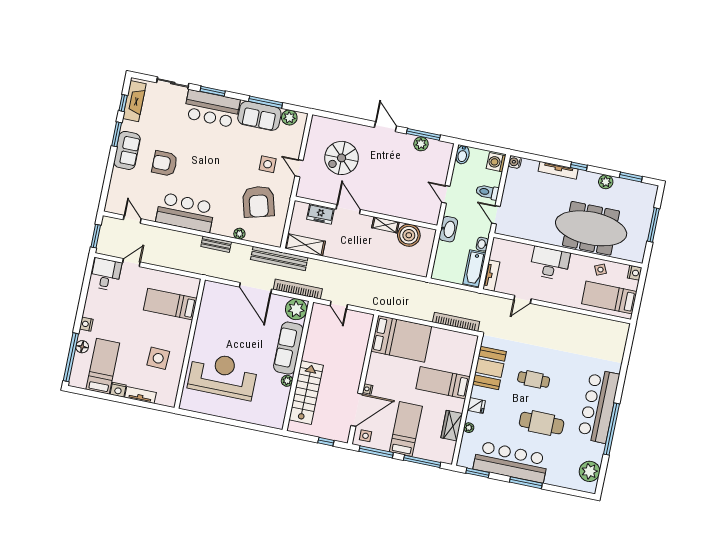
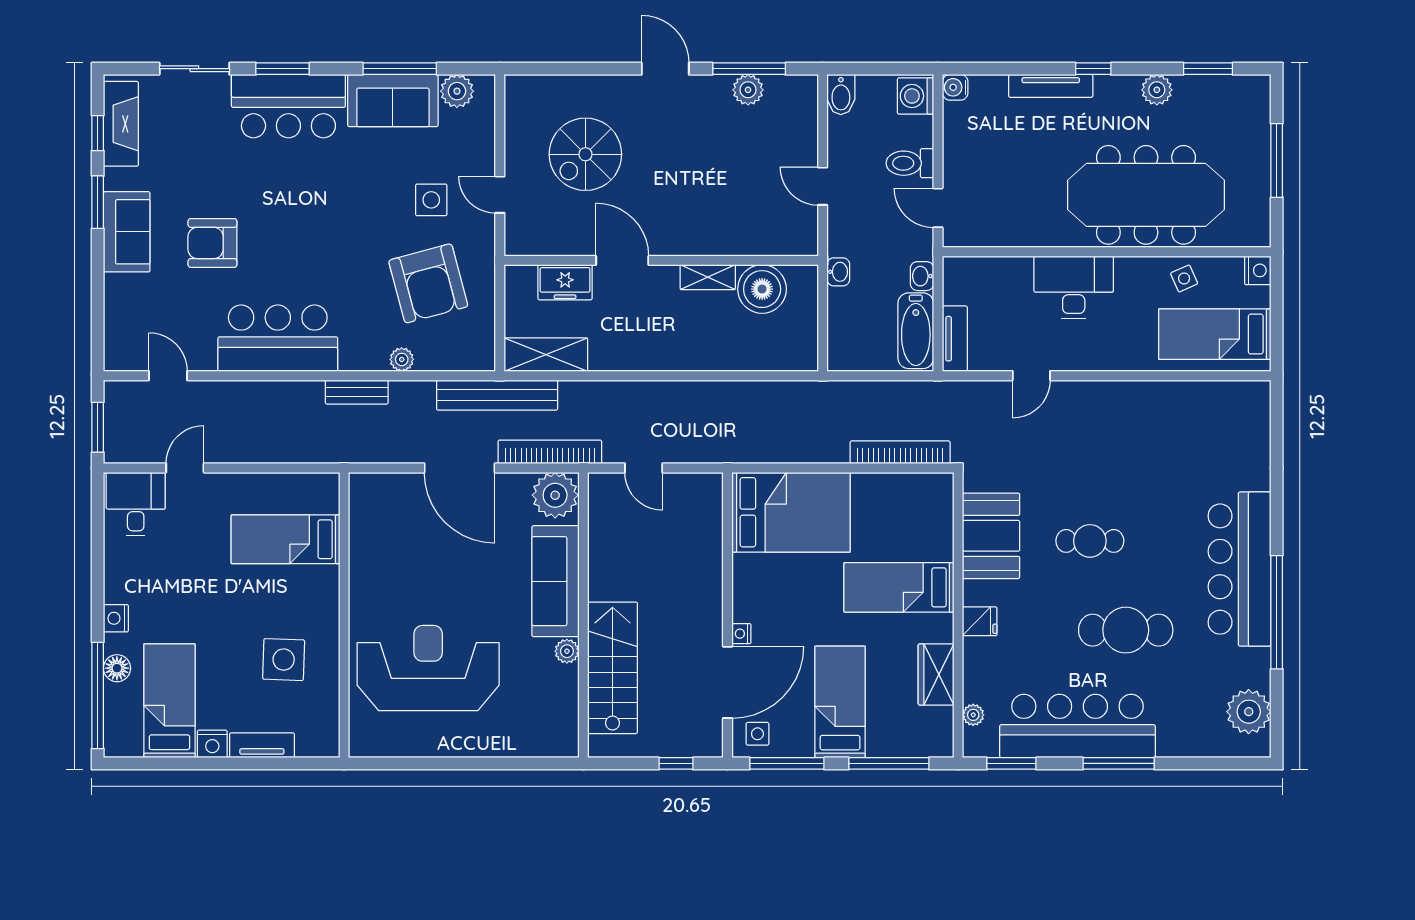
washbasin: (448, 229) -> (838, 272), width x0.52, depth x0.69
plant: (469, 428) -> (973, 715), moved

